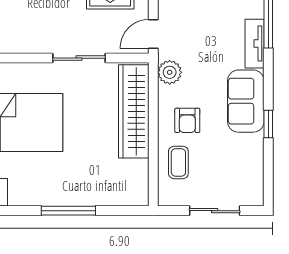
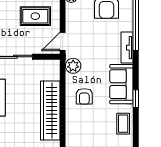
wardrobe: (134, 111) -> (50, 110), moved
coffee table: (178, 162) -> (123, 124), moved

